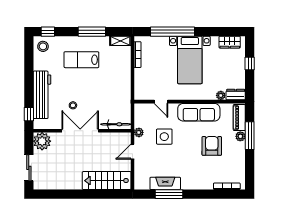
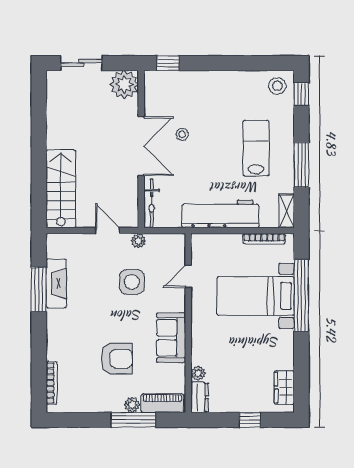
bed with nightstands: (190, 60) -> (256, 296), moved
workbench: (42, 95) -> (220, 214), moved, turned 180
sofa: (199, 112) -> (171, 338), width x0.73

